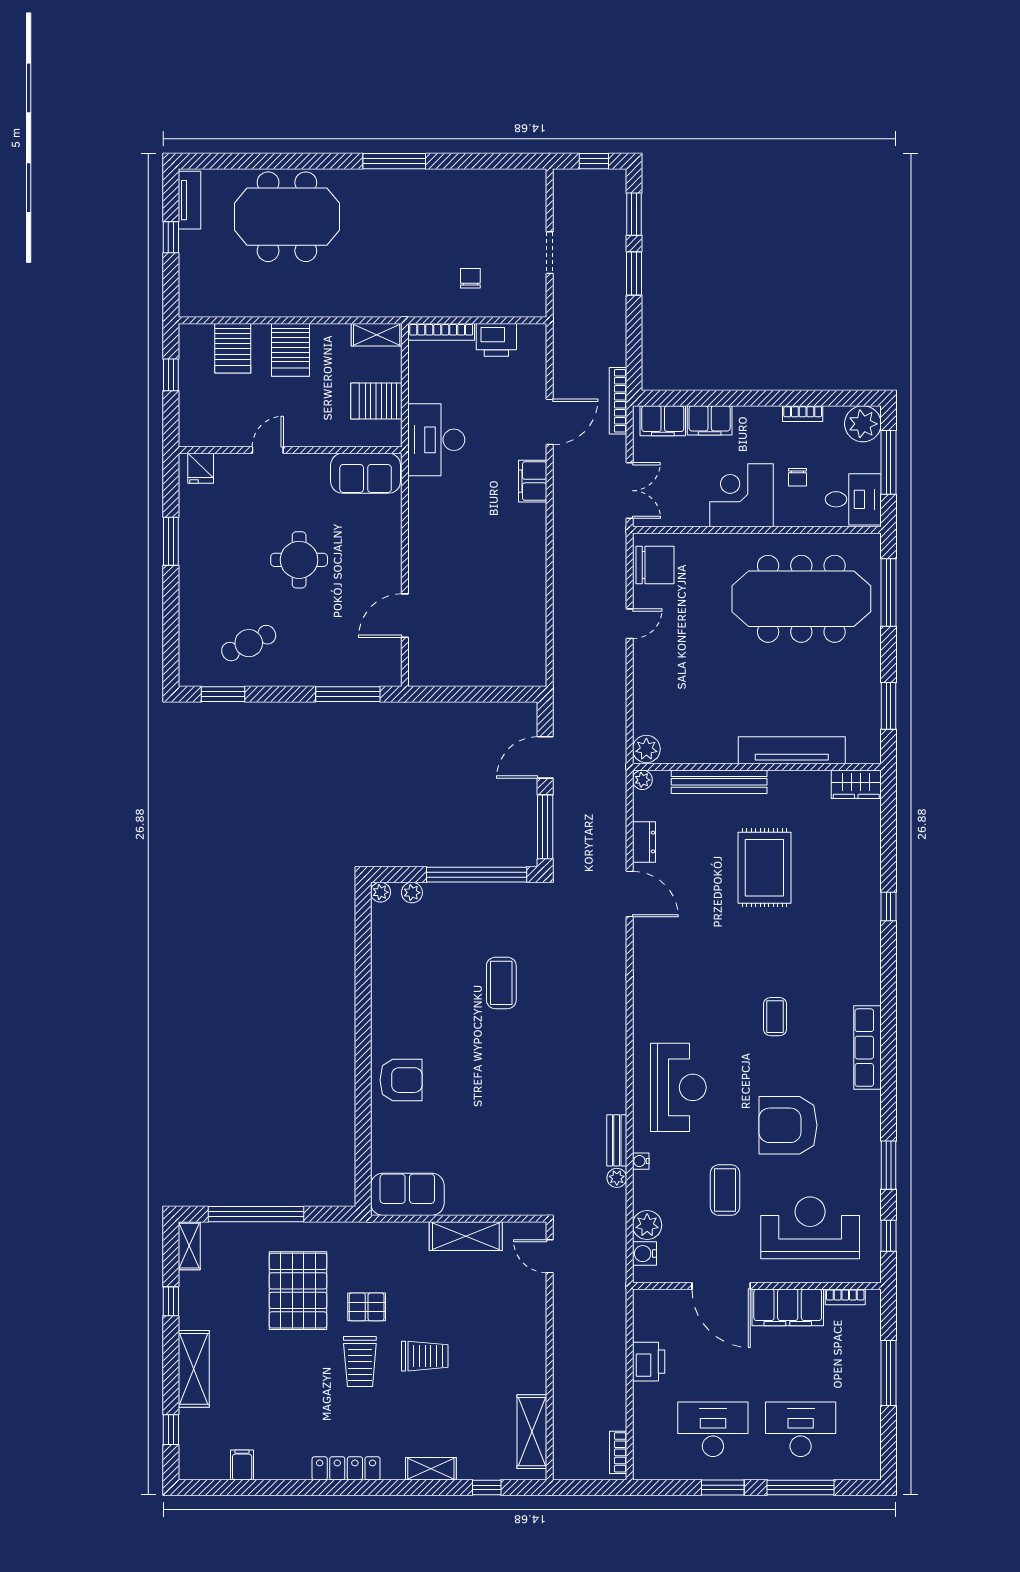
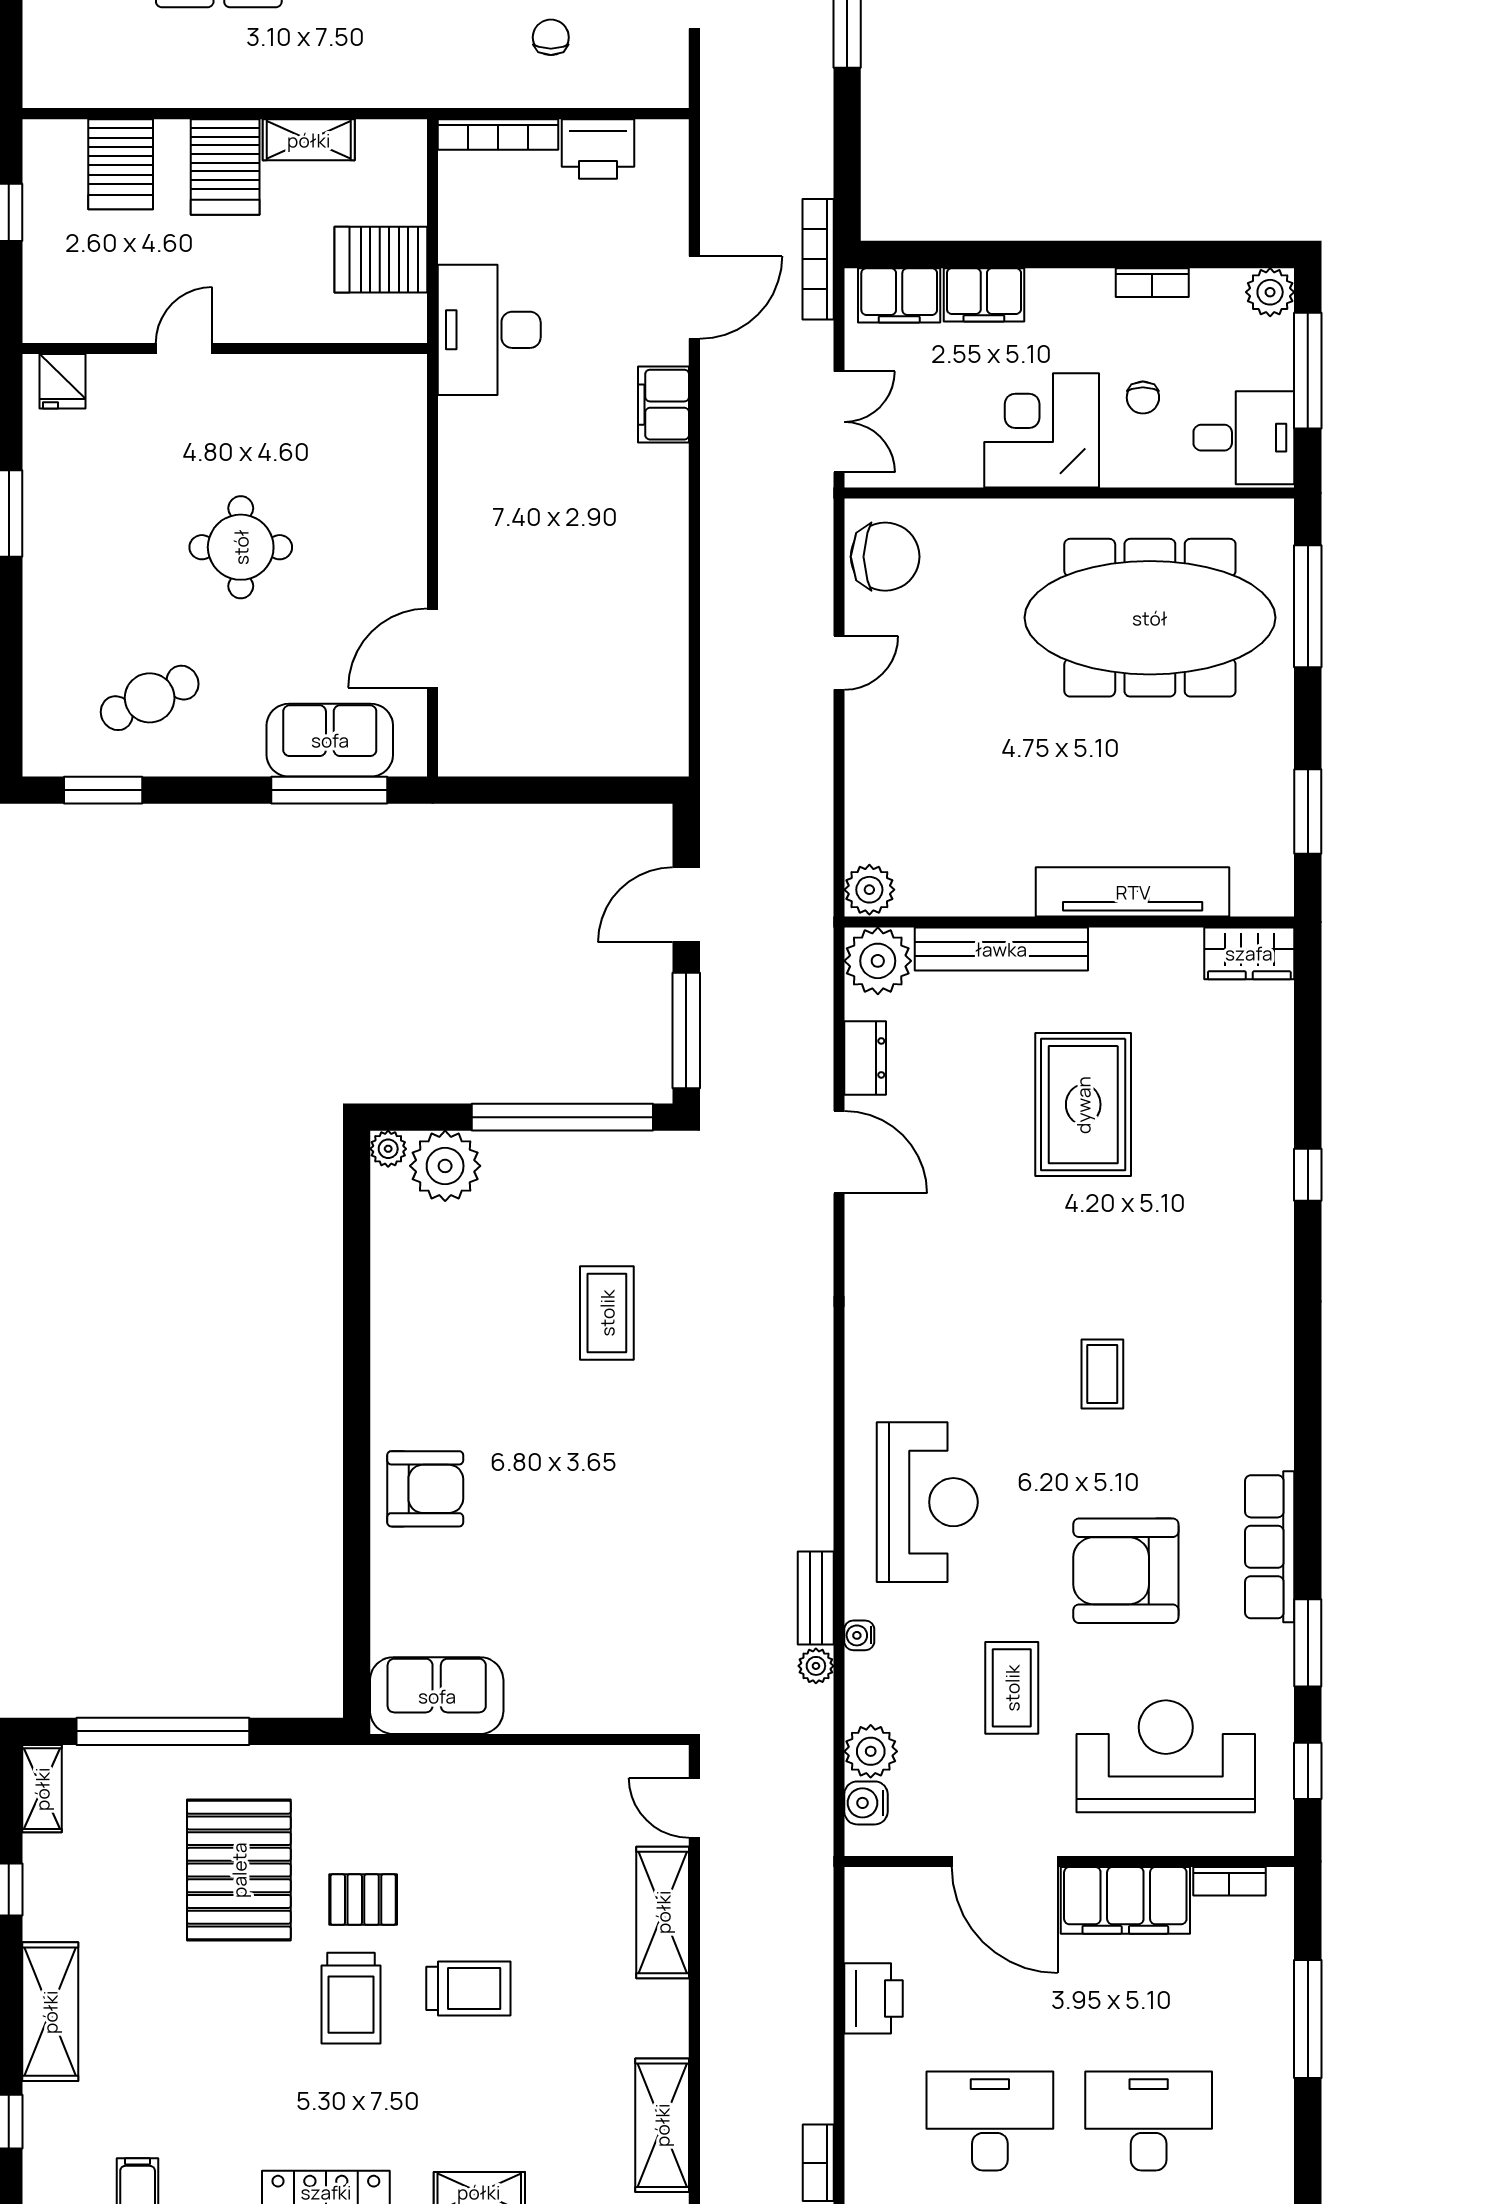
shelving: (377, 335) -> (309, 140), moved
plant: (863, 424) -> (1270, 292), width x0.73, depth x0.73
sofa: (366, 473) -> (330, 740), moved, turned 180
plant: (642, 780) -> (878, 961), width x1.87, depth x1.87
plant: (412, 893) -> (445, 1166), width x1.87, depth x1.87
row of seats: (867, 1048) -> (1270, 1547), moved
shelving: (466, 1236) -> (663, 1912), moved, turned 90

